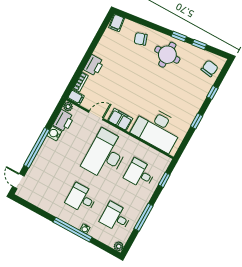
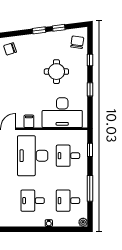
round table: (167, 55) -> (56, 72), moved
filing cabinet: (120, 119) -> (29, 121), width x0.50
window: (73, 230) -> (39, 229), removed

